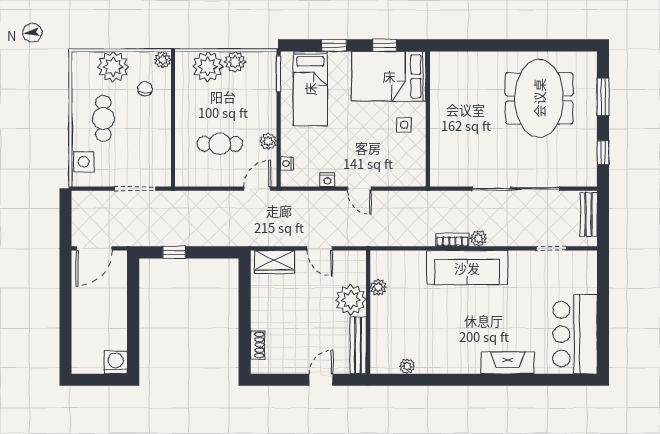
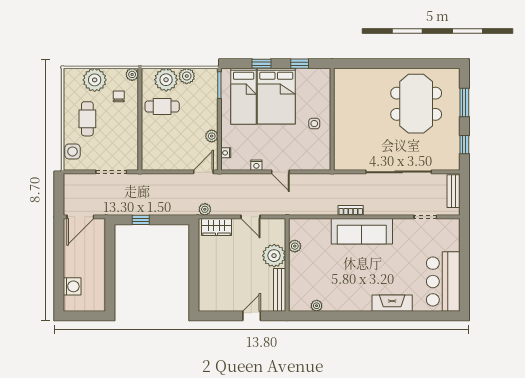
bed: (389, 76) -> (276, 96), moved, turned -90
cafe table: (220, 144) -> (162, 106), moved
plant: (479, 238) -> (205, 209), moved
shoe rack: (258, 345) -> (204, 290), removed
washing machine: (116, 362) -> (72, 286), moved, turned 90

